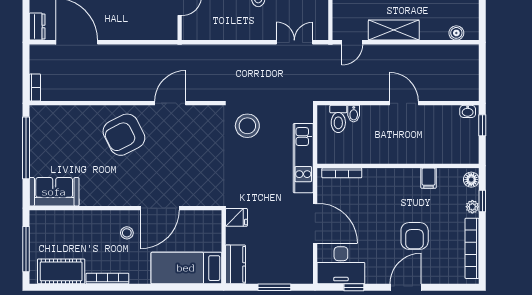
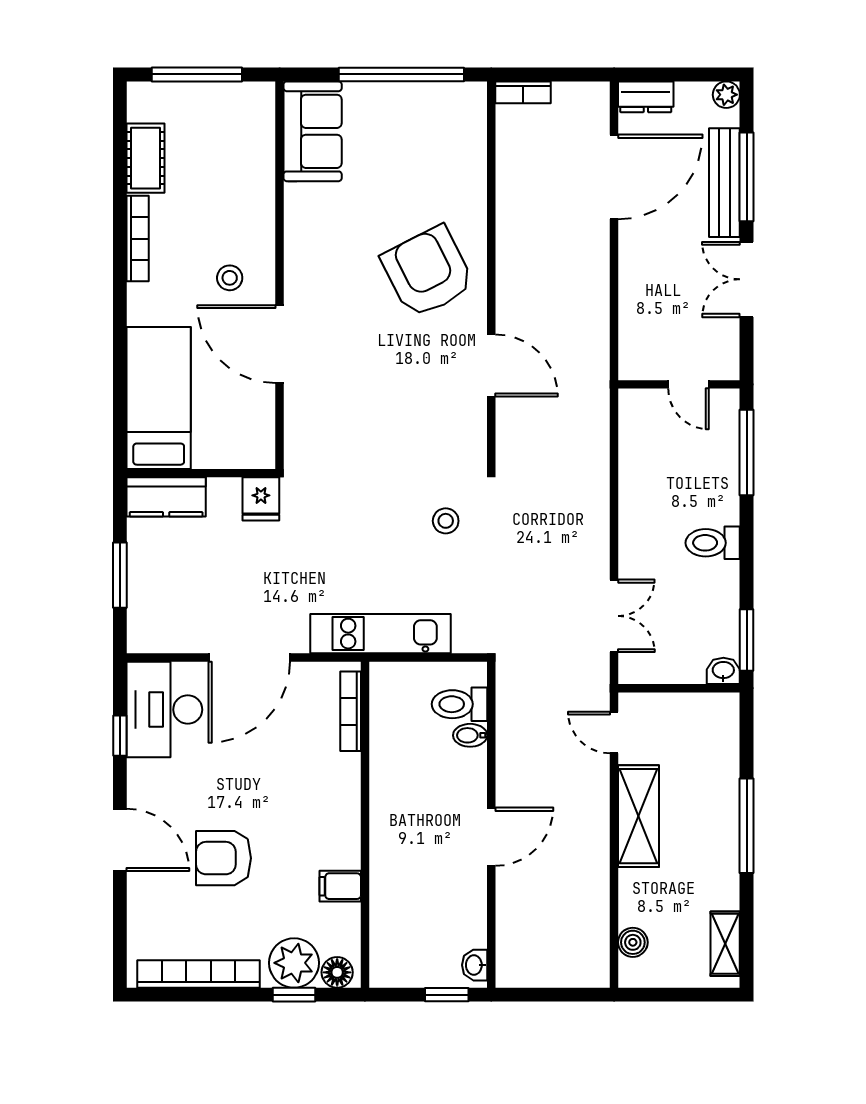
stool: (247, 126) -> (446, 521), width x0.53, depth x0.53
plant: (472, 207) -> (294, 963), width x1.88, depth x1.88
cot: (61, 271) -> (146, 158), width x0.73, depth x0.75

